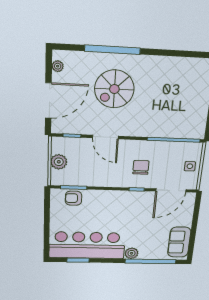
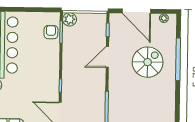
spiral stairs: (114, 89) -> (148, 62), turned 90
plant: (59, 162) -> (70, 19), moved
chair: (141, 167) -> (81, 88), removed

